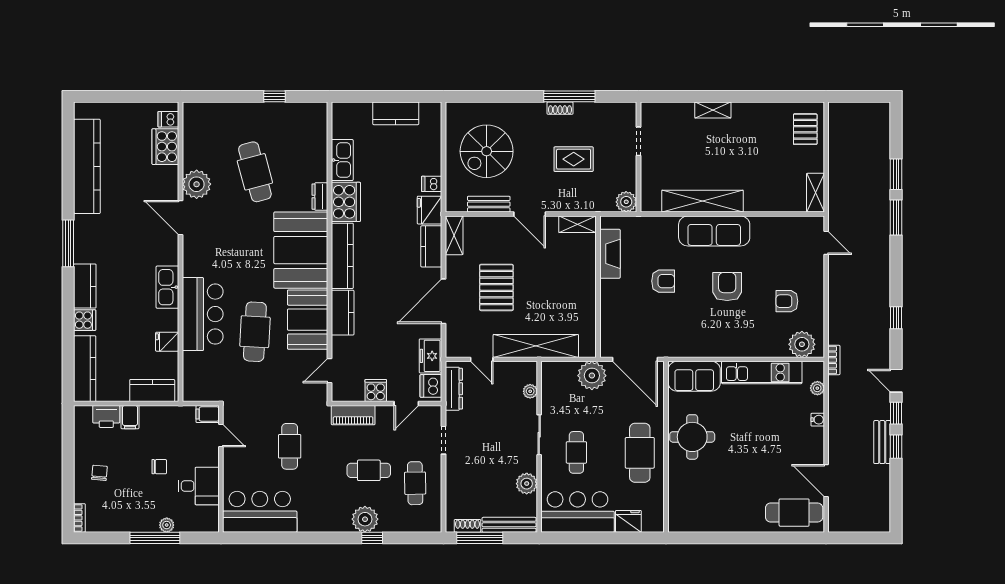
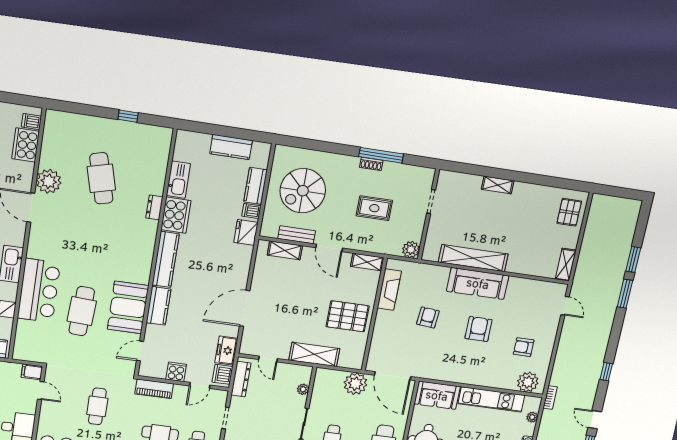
shelving: (454, 235) -> (285, 250), moved, turned 90
kitchen counter: (431, 246) -> (256, 186), moved
booth: (301, 250) -> (131, 250), removed
armchair: (663, 281) -> (428, 317), turned -85
pallet: (496, 287) -> (348, 316), moved, turned 90
shelving: (536, 346) -> (314, 354), width x0.68

